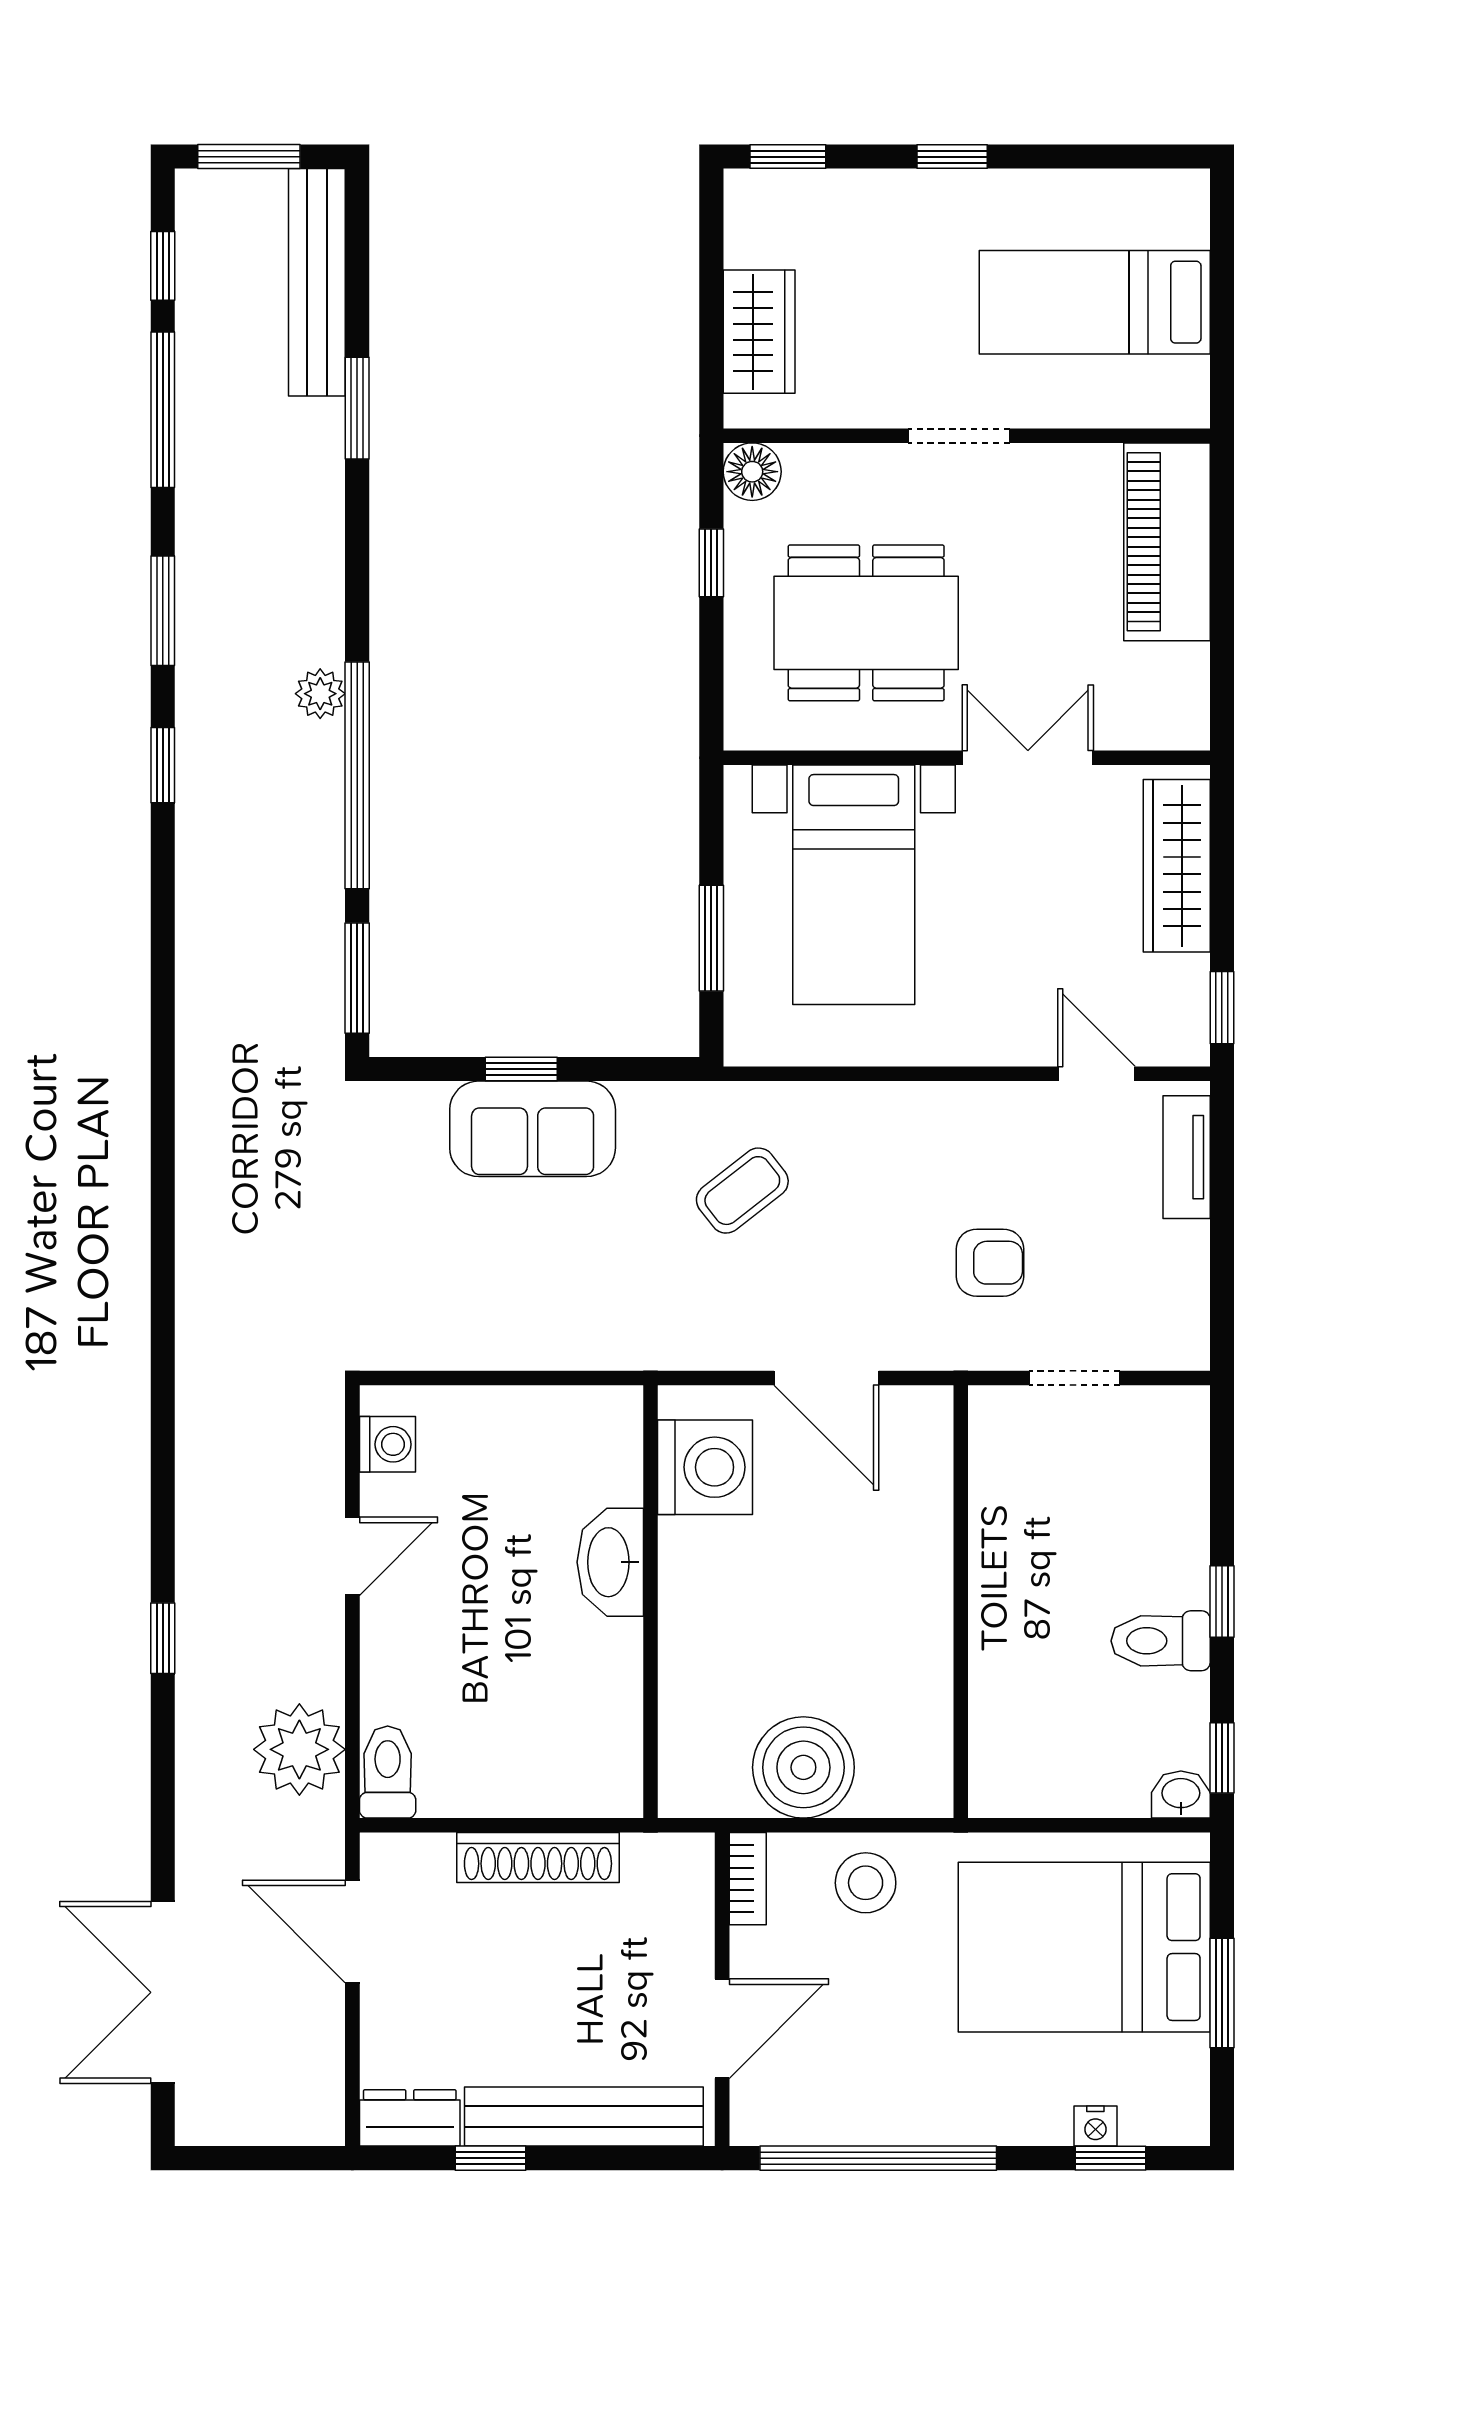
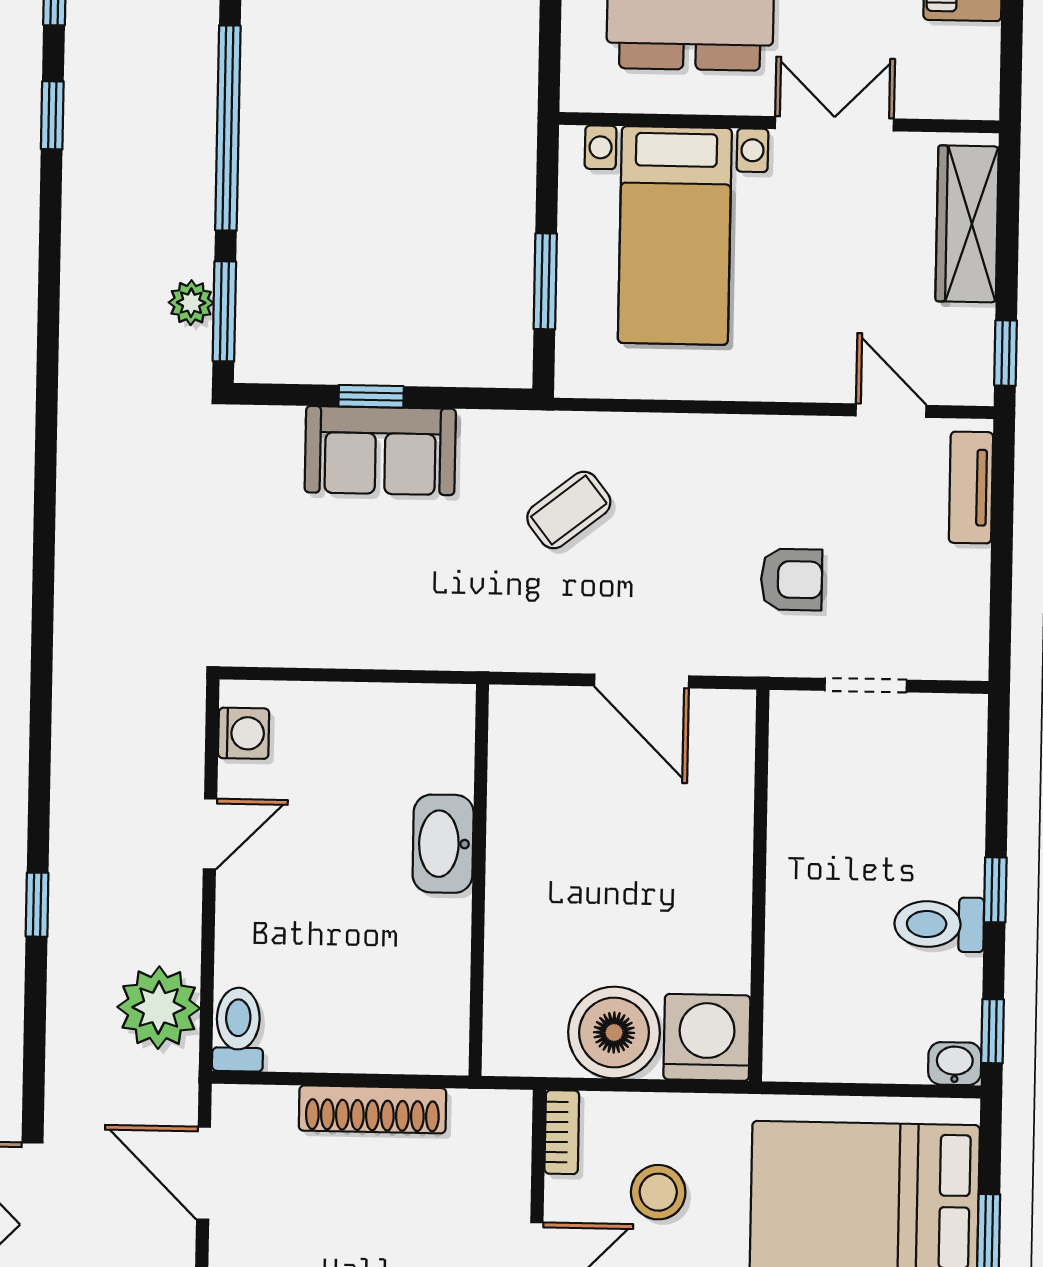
plant: (320, 694) -> (191, 303), moved
washing machine: (705, 1467) -> (707, 1037), moved, turned -90
stool: (866, 1883) -> (658, 1192), moved

